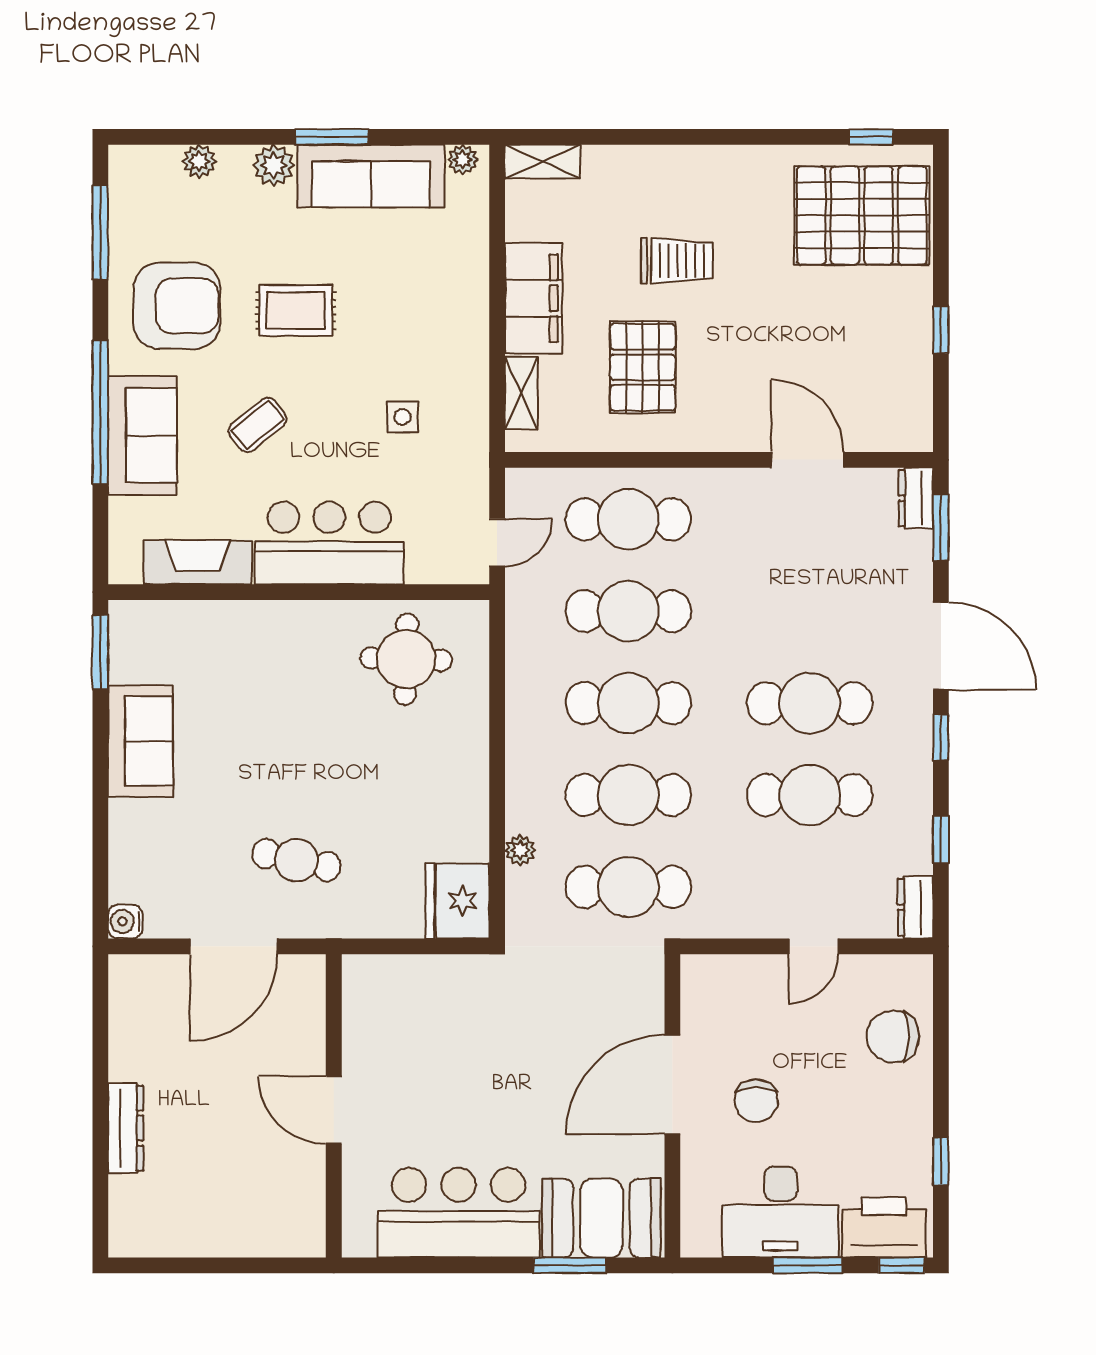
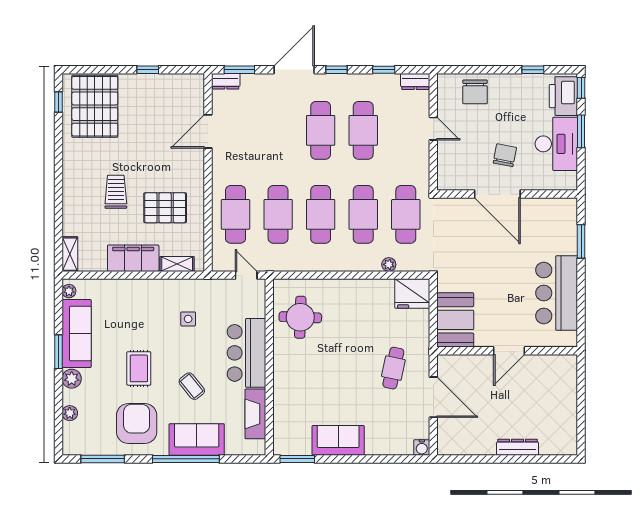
chair: (756, 1101) -> (505, 155), turned -79
booth: (602, 1218) -> (455, 320), moved

